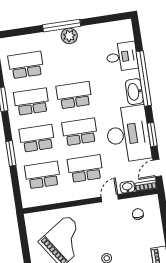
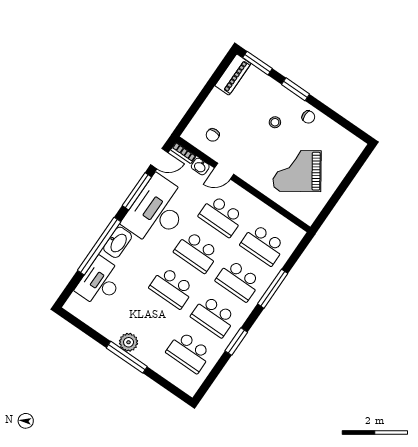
desk: (122, 57) -> (100, 282), width x1.37
window: (152, 135) -> (137, 191), width x1.44
window: (11, 153) -> (273, 289), width x1.44

